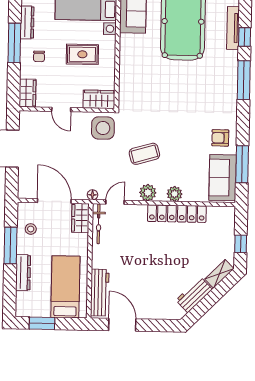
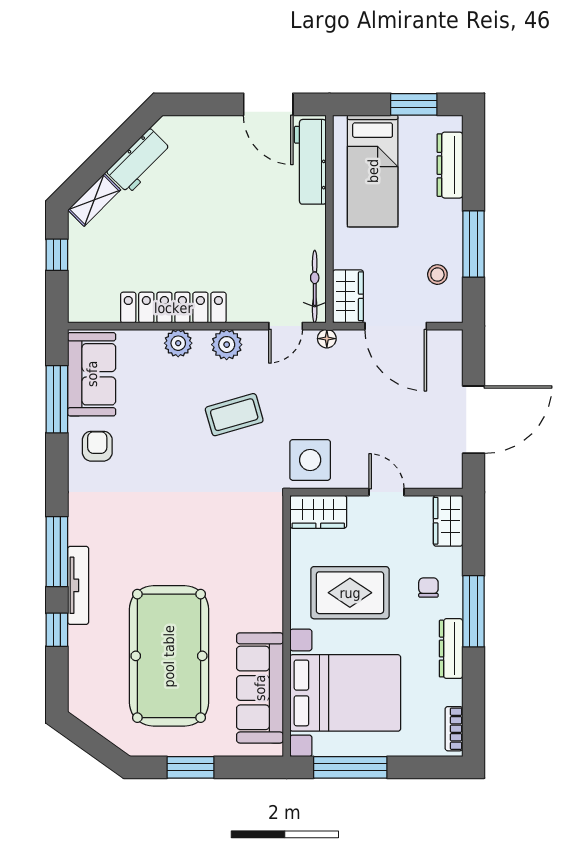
tv unit: (233, 28) -> (78, 585), moved
rug: (82, 54) -> (350, 593), width x1.36, depth x1.43
armchair: (220, 138) -> (97, 446), turned -90
dresser: (23, 273) -> (450, 165), moved

